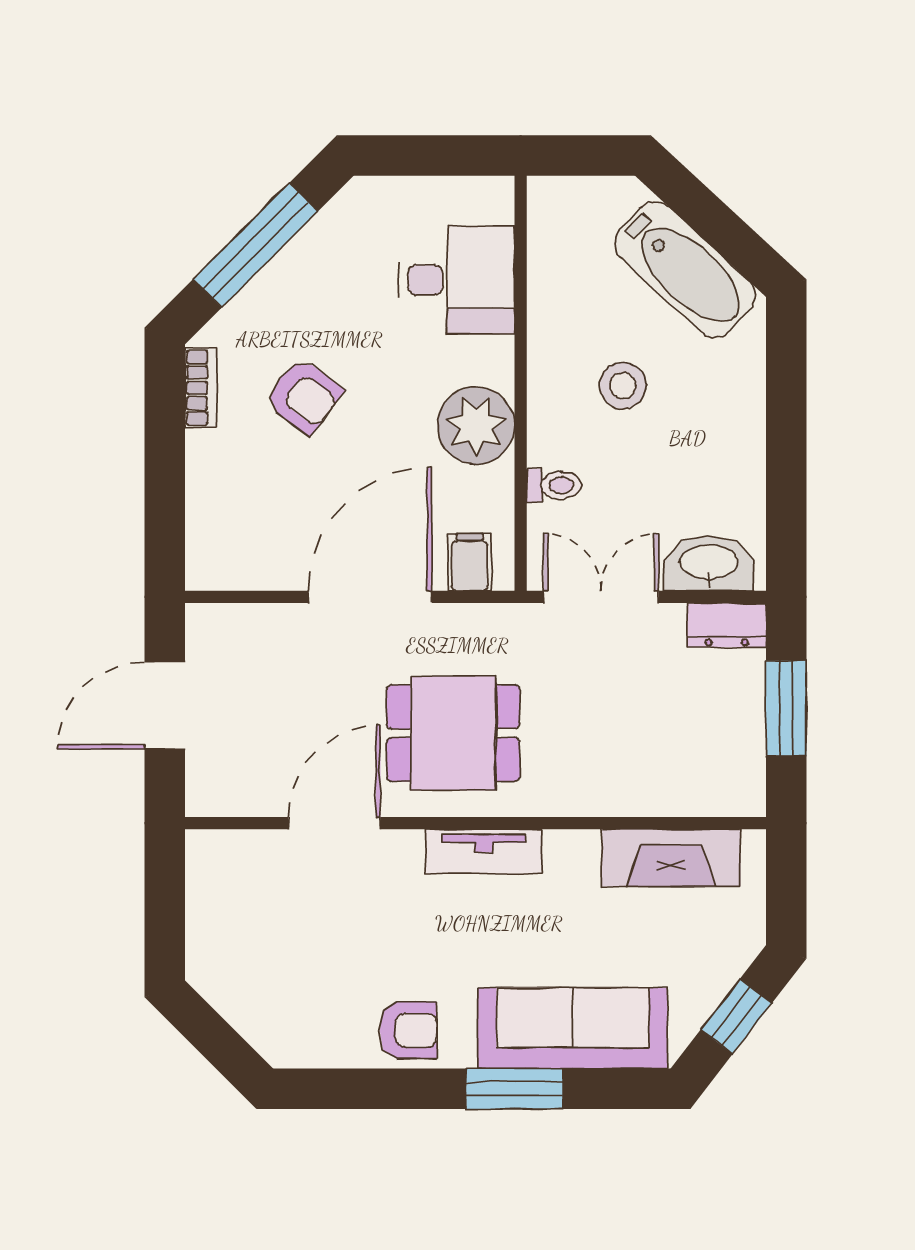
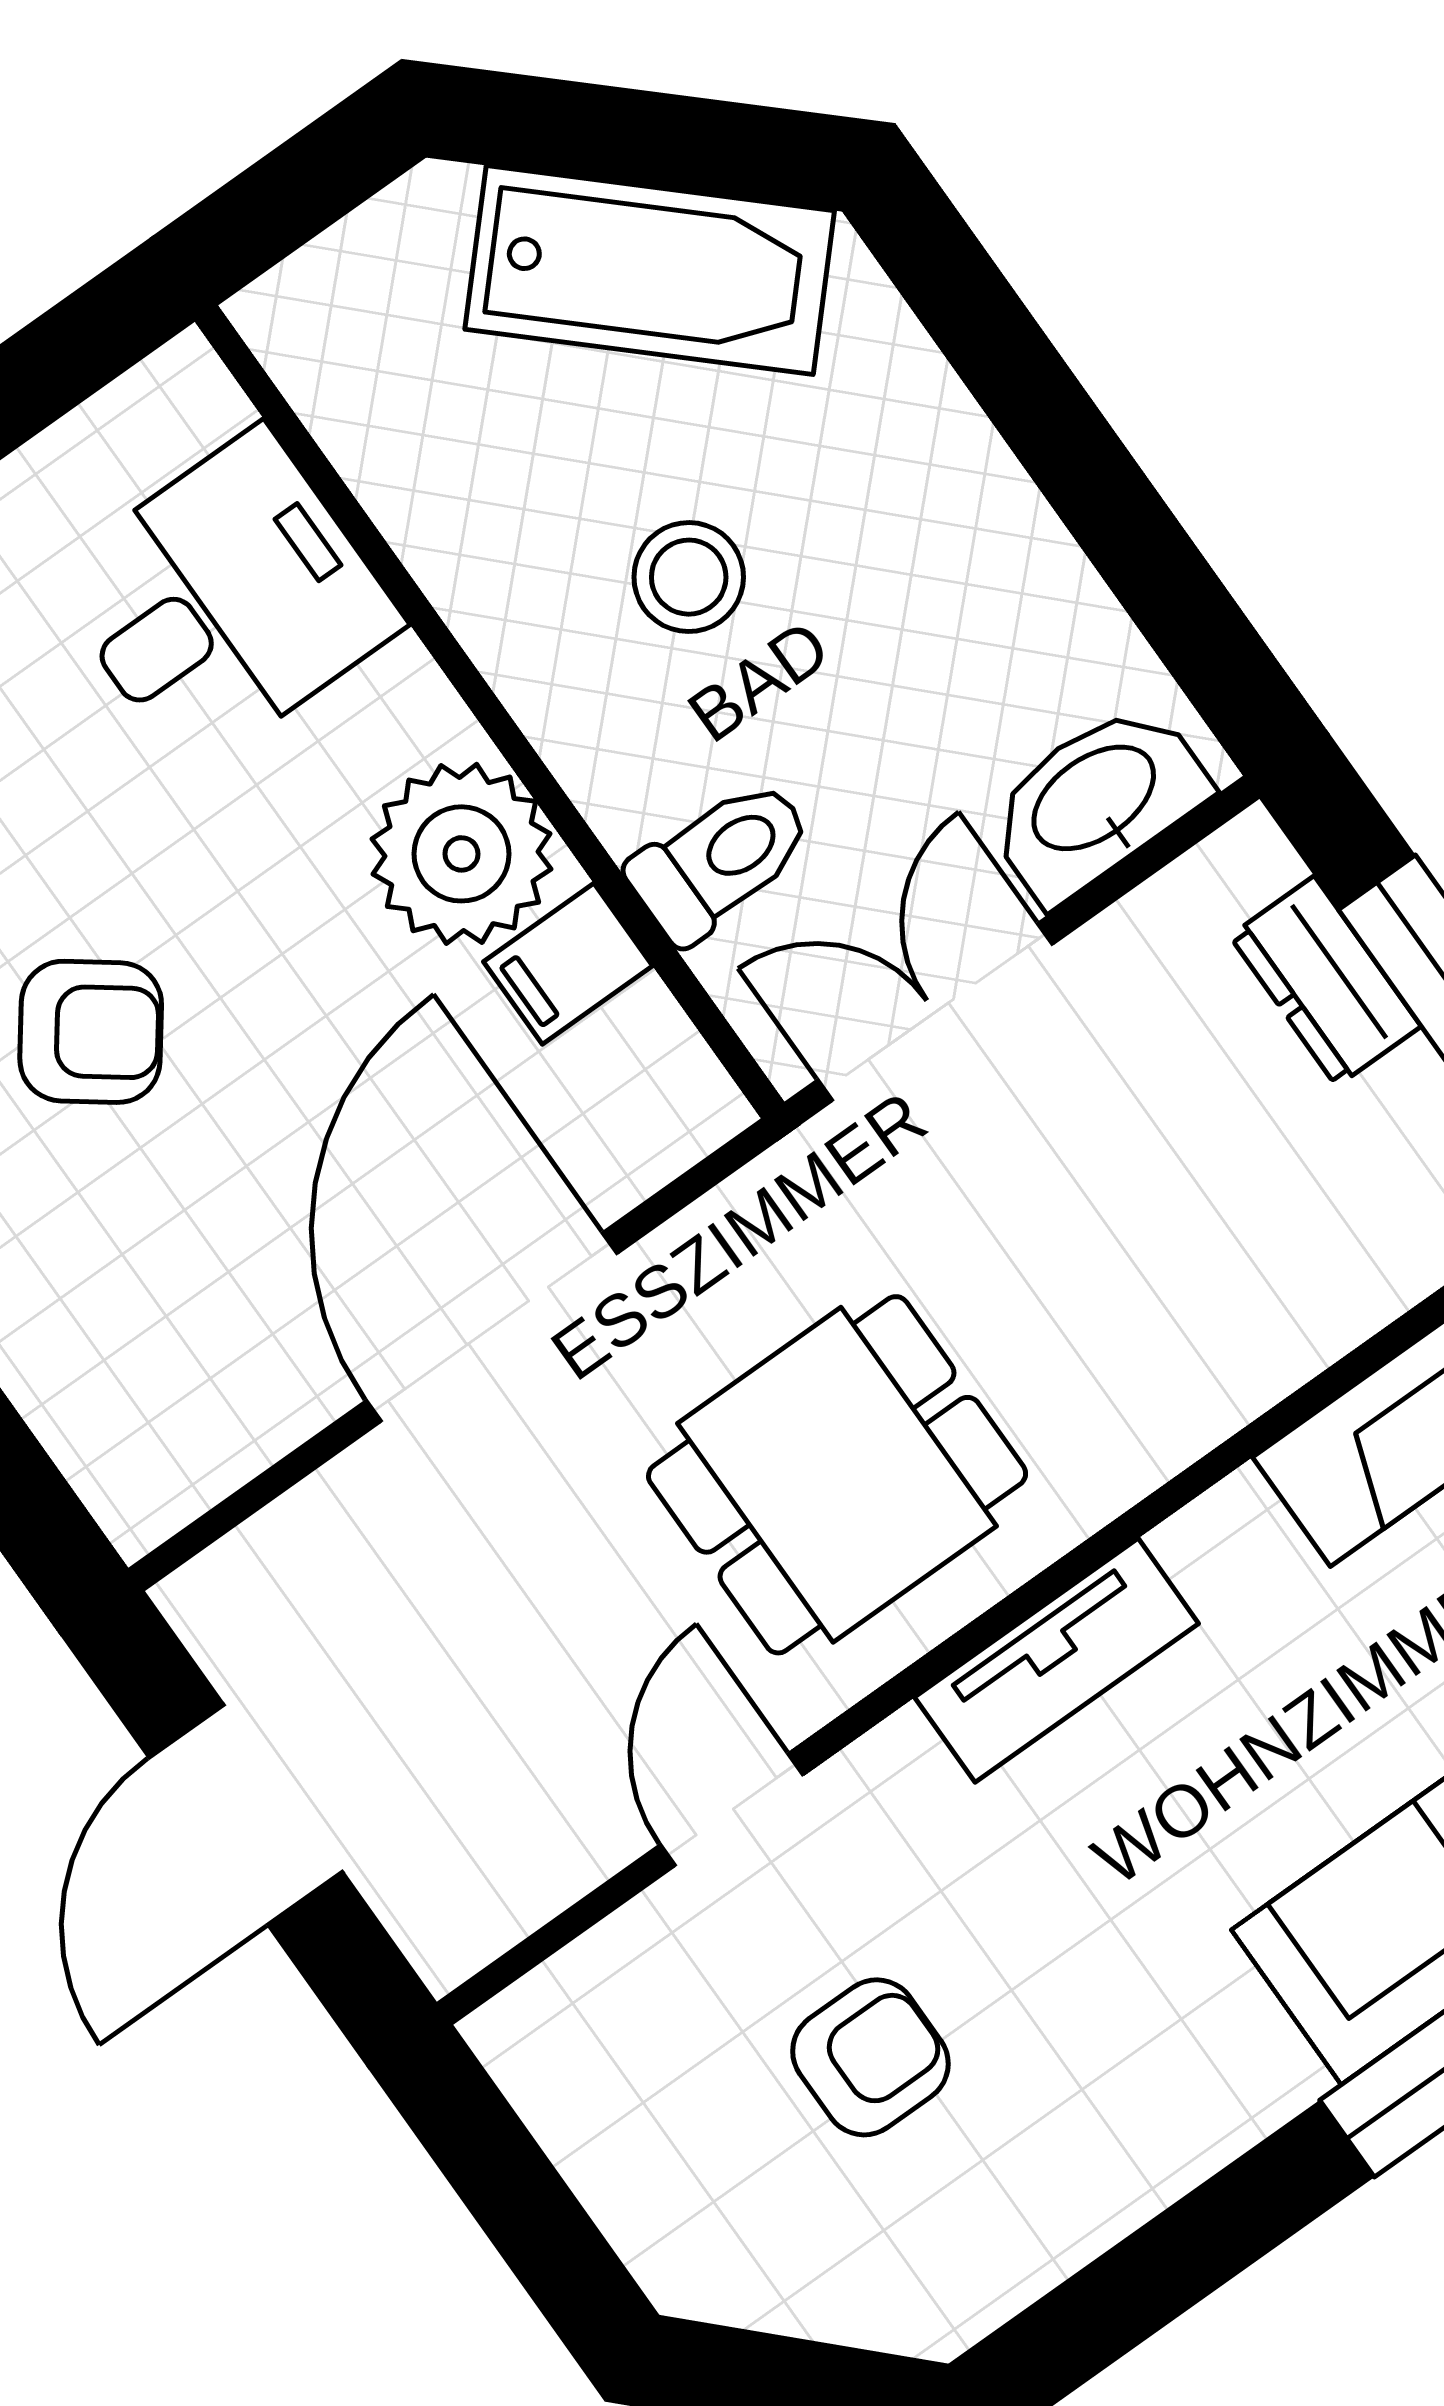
toilet: (554, 485) -> (721, 860), width x1.37, depth x1.39
filing cabinet: (470, 562) -> (568, 964), moved, turned -90
dresser: (727, 625) -> (1325, 981), moved, turned 90
door: (334, 823) -> (732, 1810), width x0.73
armchair: (408, 1030) -> (870, 2057), moved

